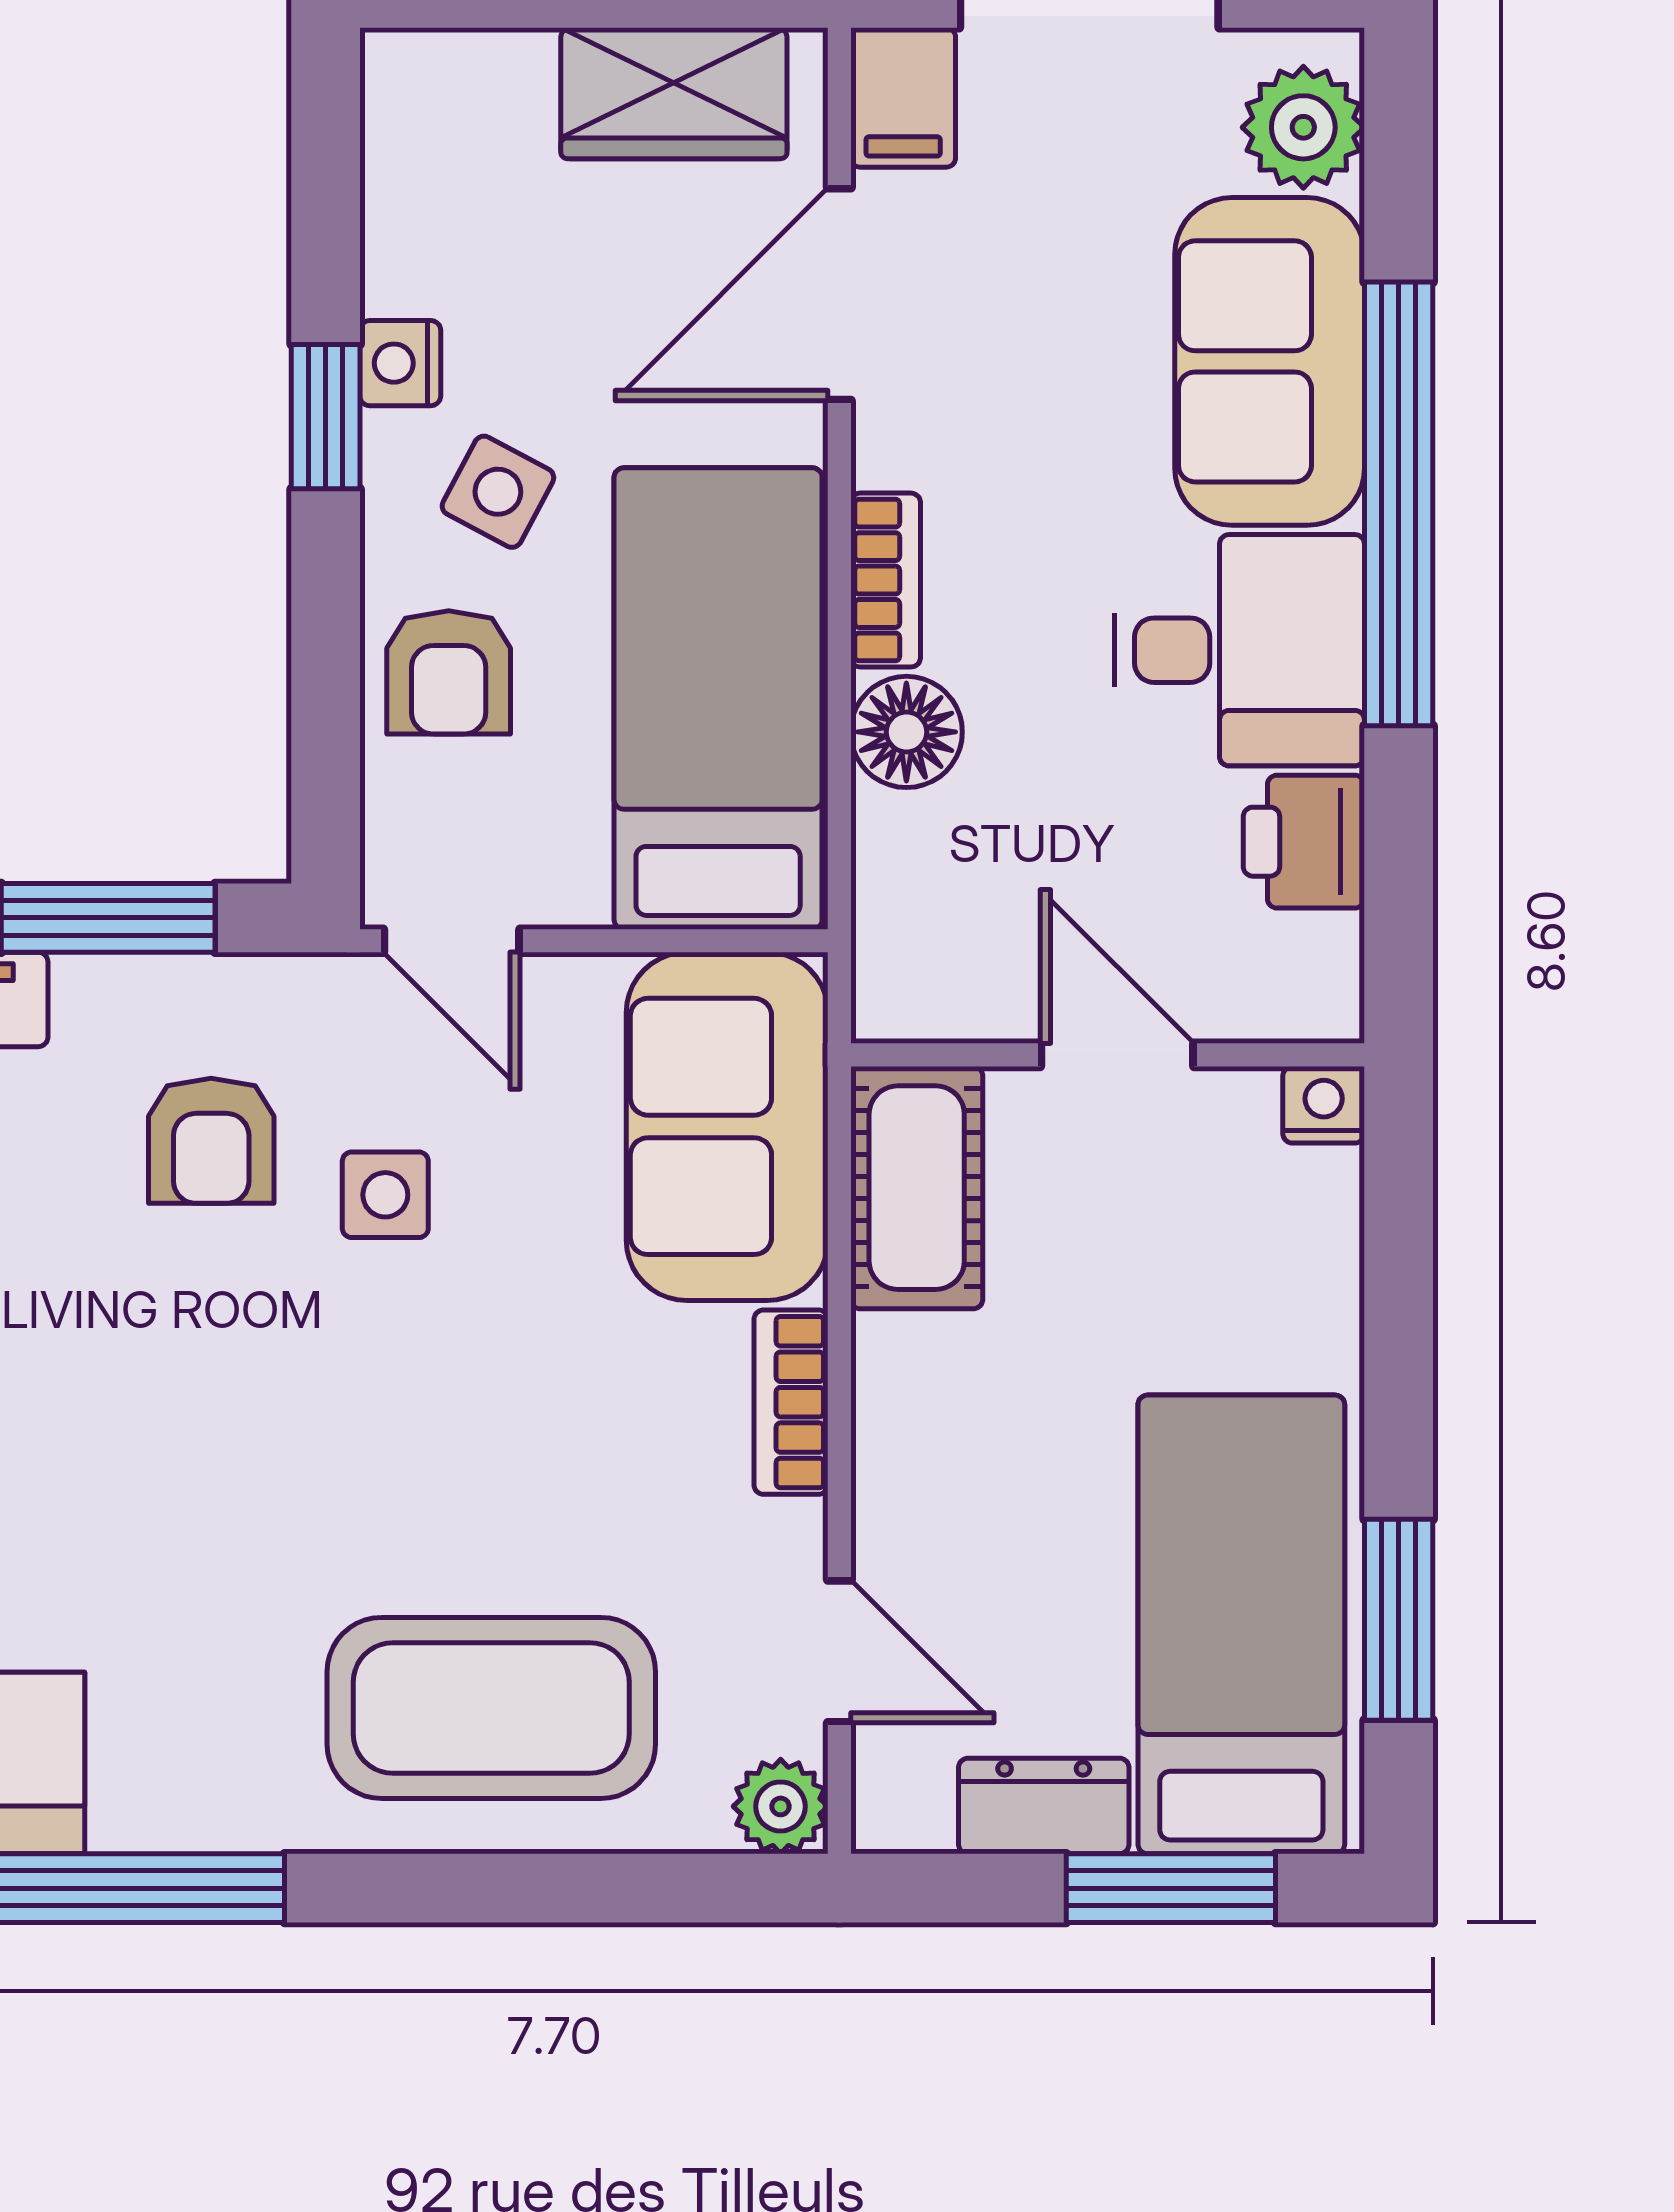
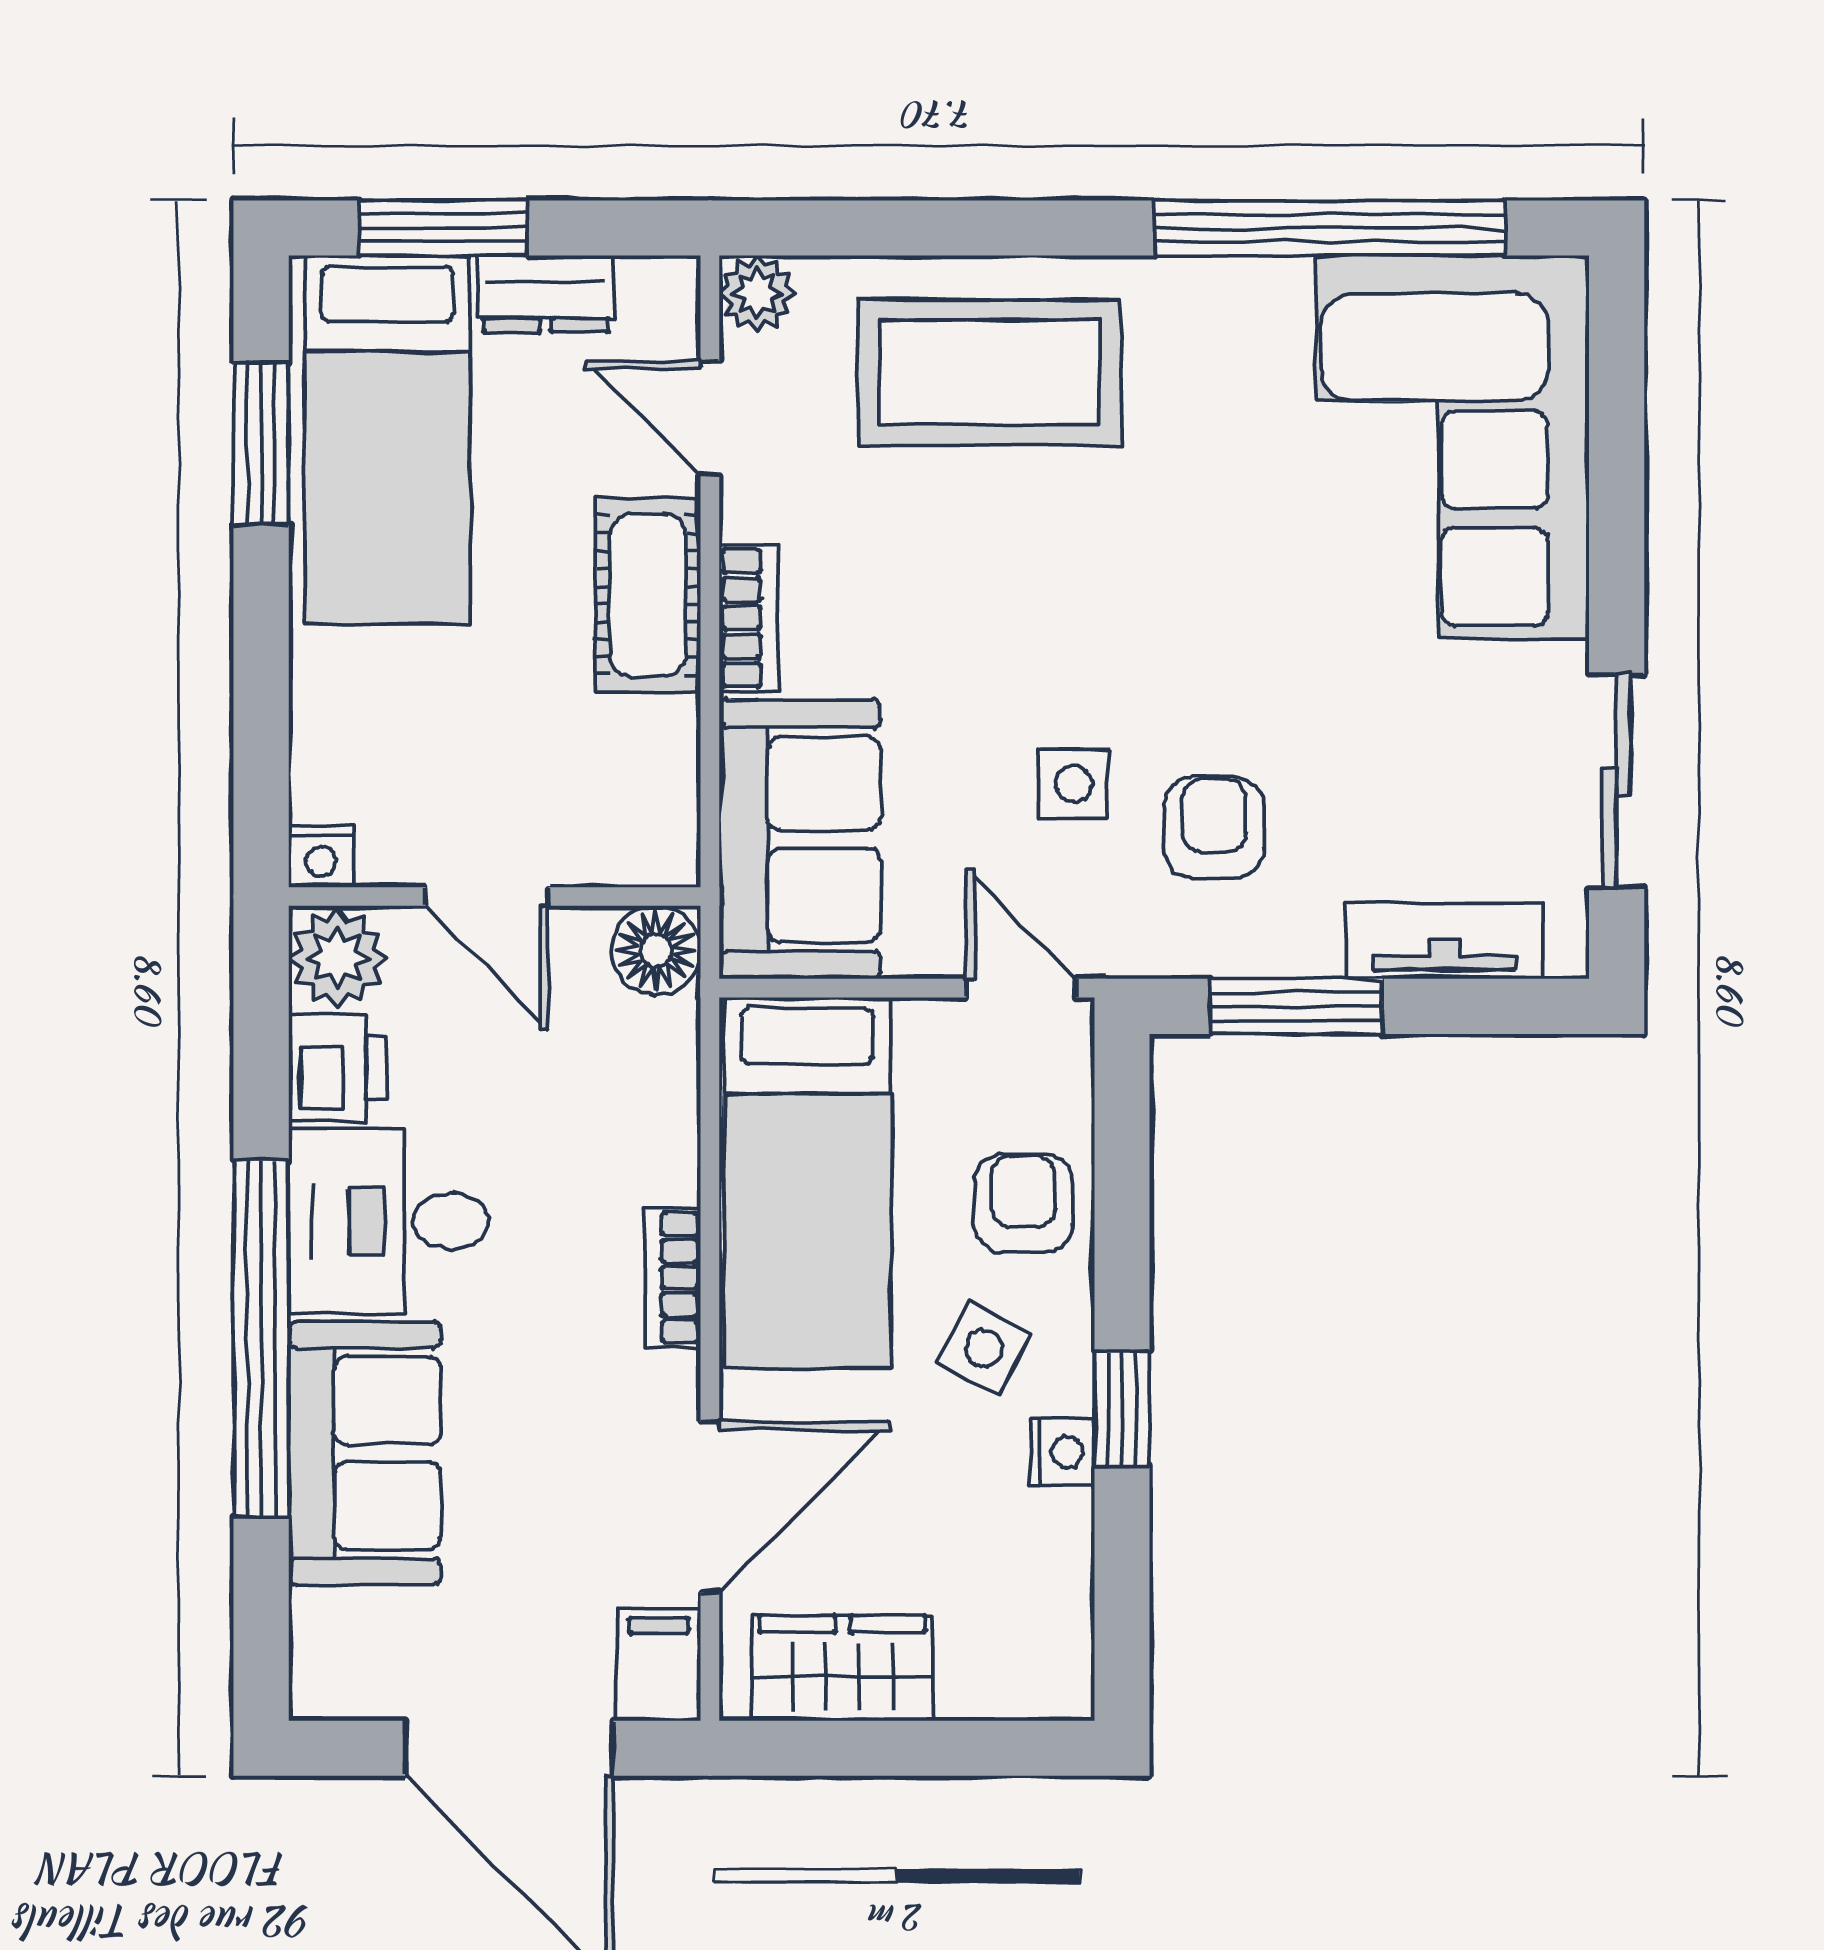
plant: (1303, 127) -> (338, 958), moved
floor lamp: (906, 732) -> (656, 950), moved
cot: (917, 1188) -> (648, 595), moved

